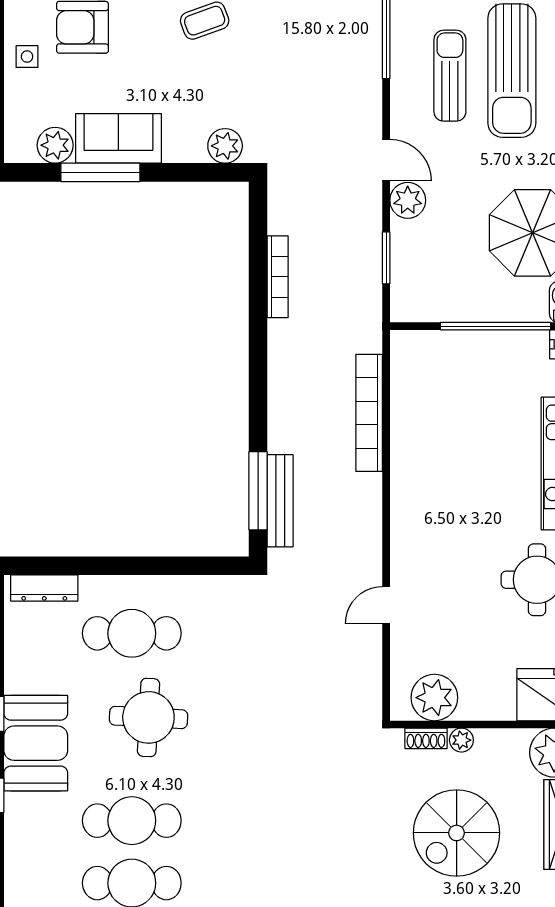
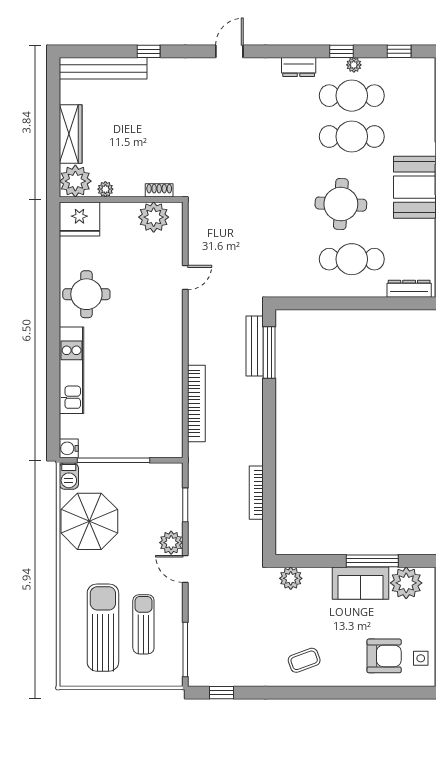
side table: (27, 57) -> (421, 658), moved
sun lounger: (450, 76) -> (143, 624), turned 180
plant: (55, 145) -> (406, 583), width x1.36, depth x1.36
plant: (461, 740) -> (105, 189), moved
spiral stairs: (457, 833) -> (139, 128), removed

